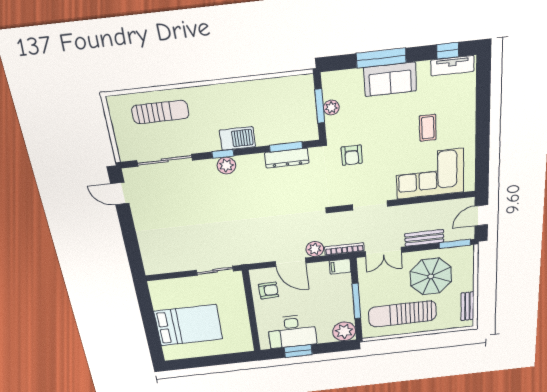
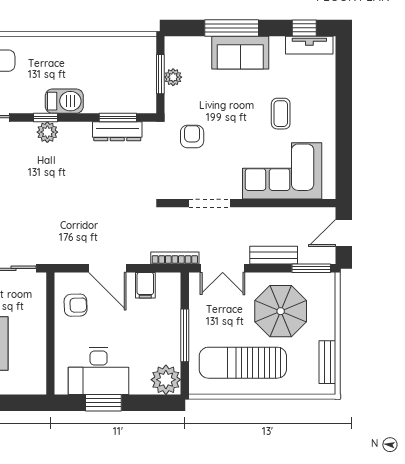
armchair: (352, 155) -> (192, 137), turned 180
plant: (315, 249) -> (139, 254), removed
filing cabinet: (340, 266) -> (145, 285), moved, turned -90

